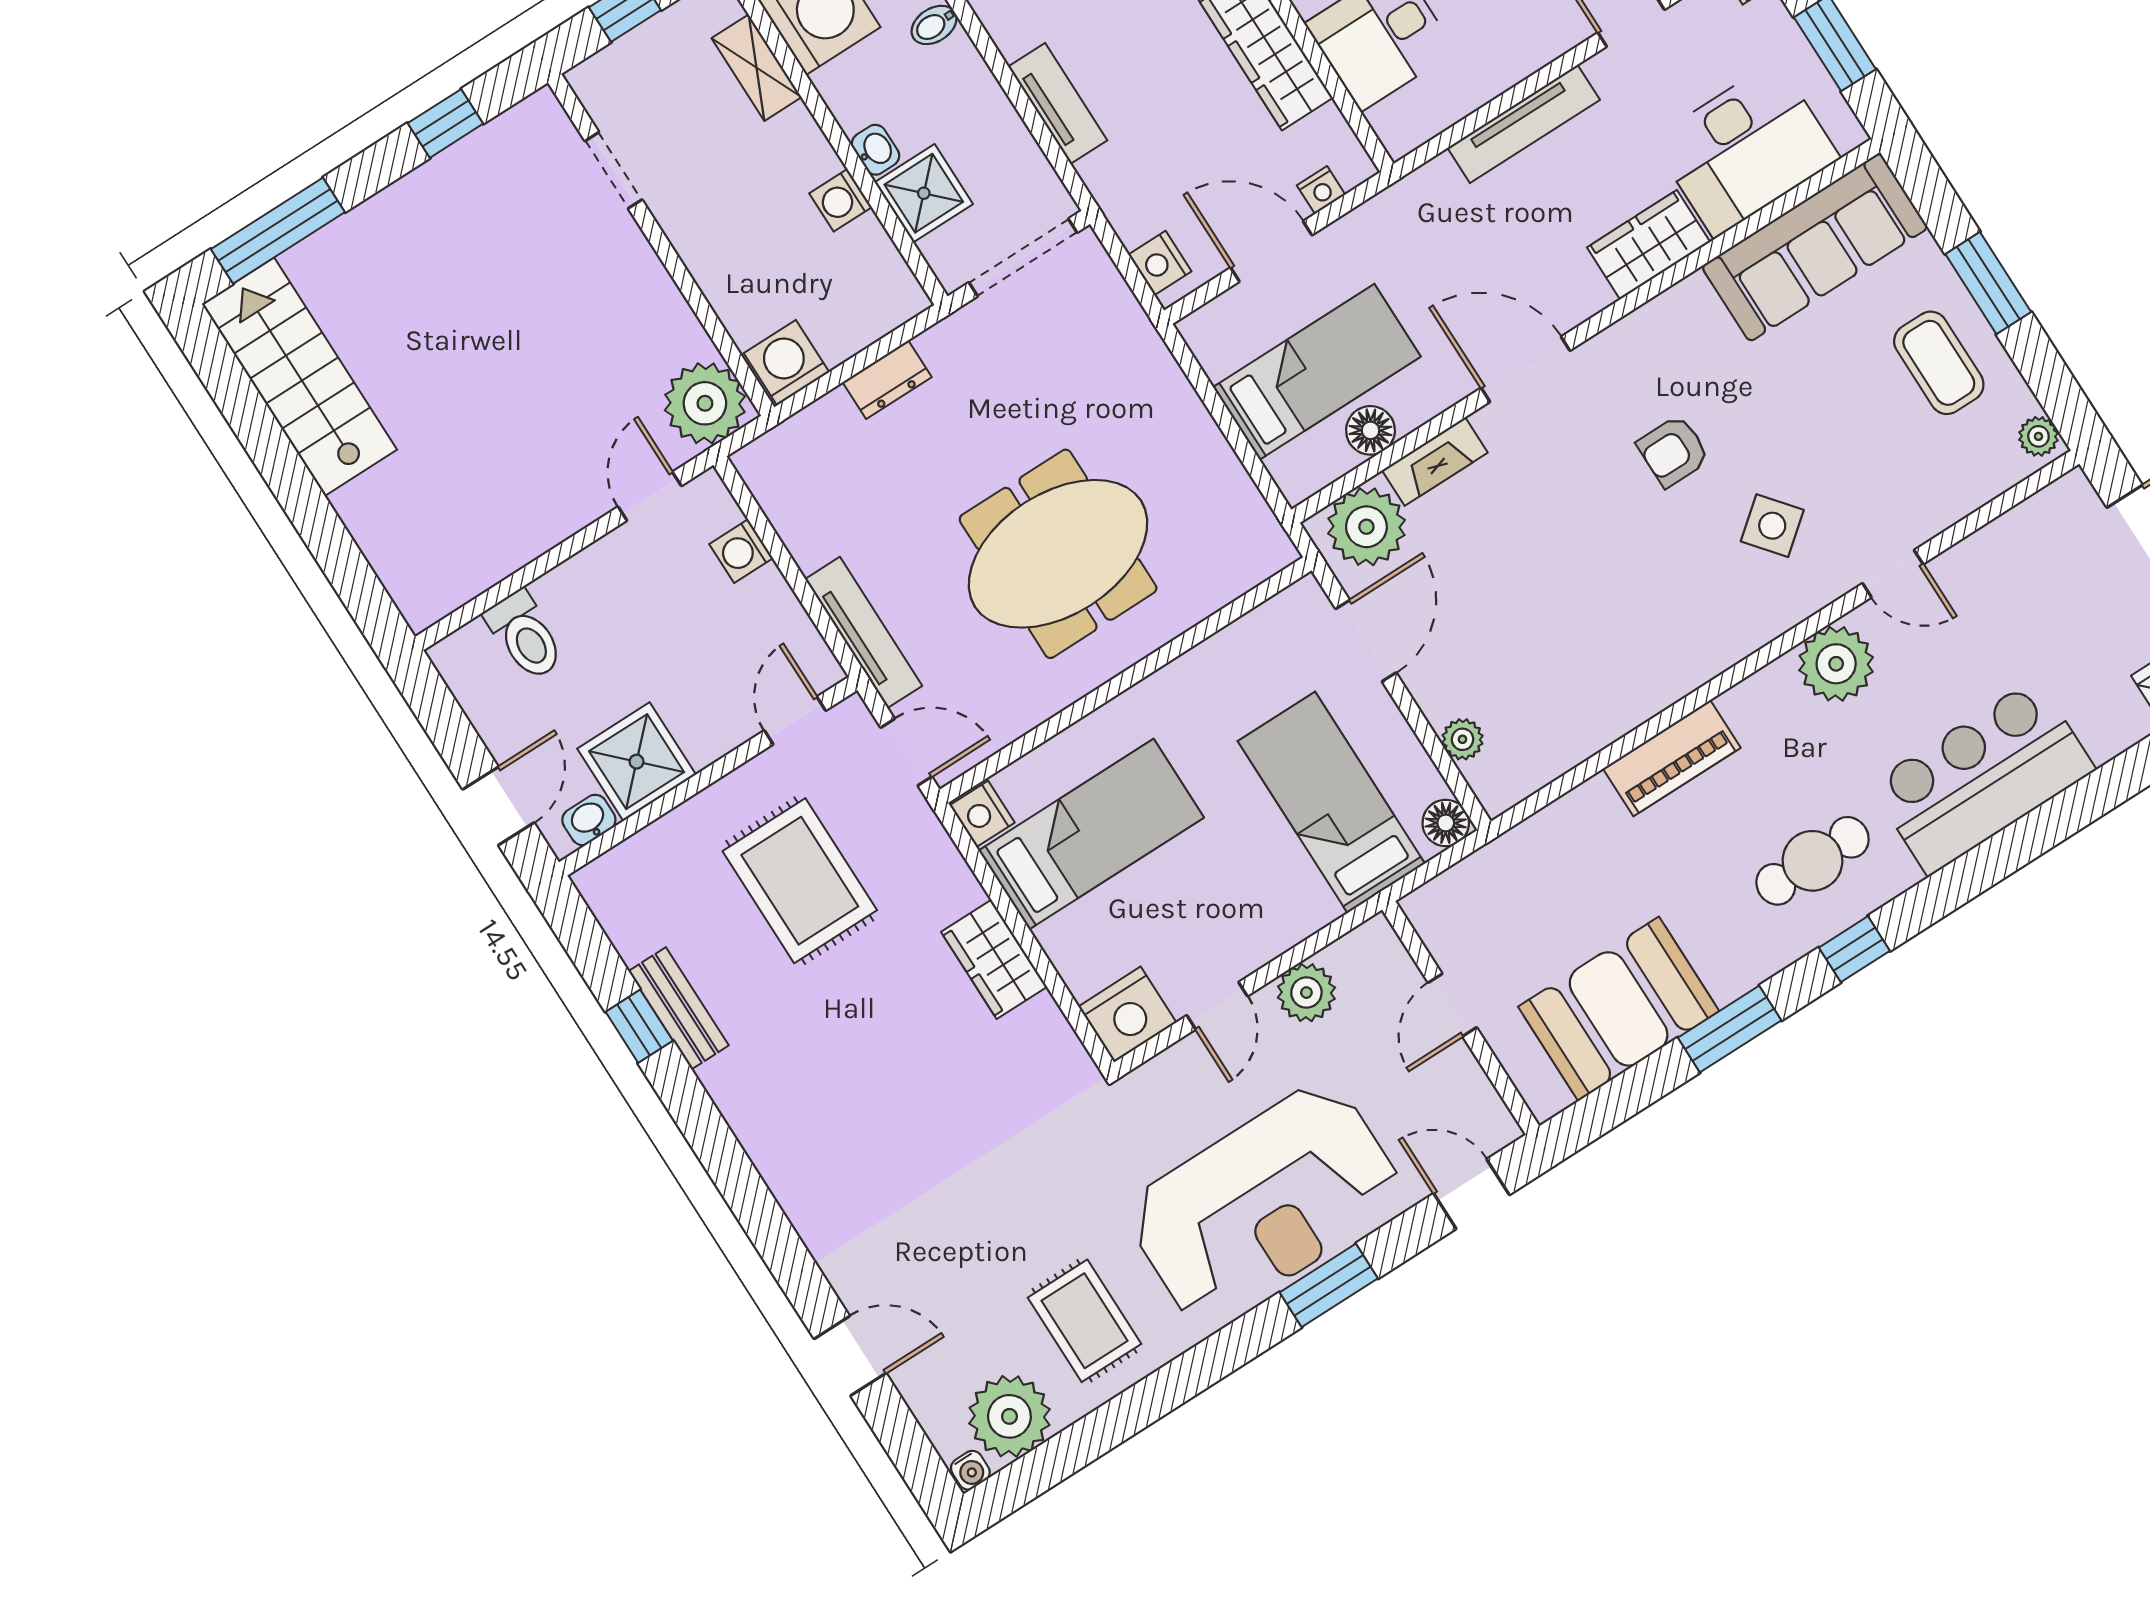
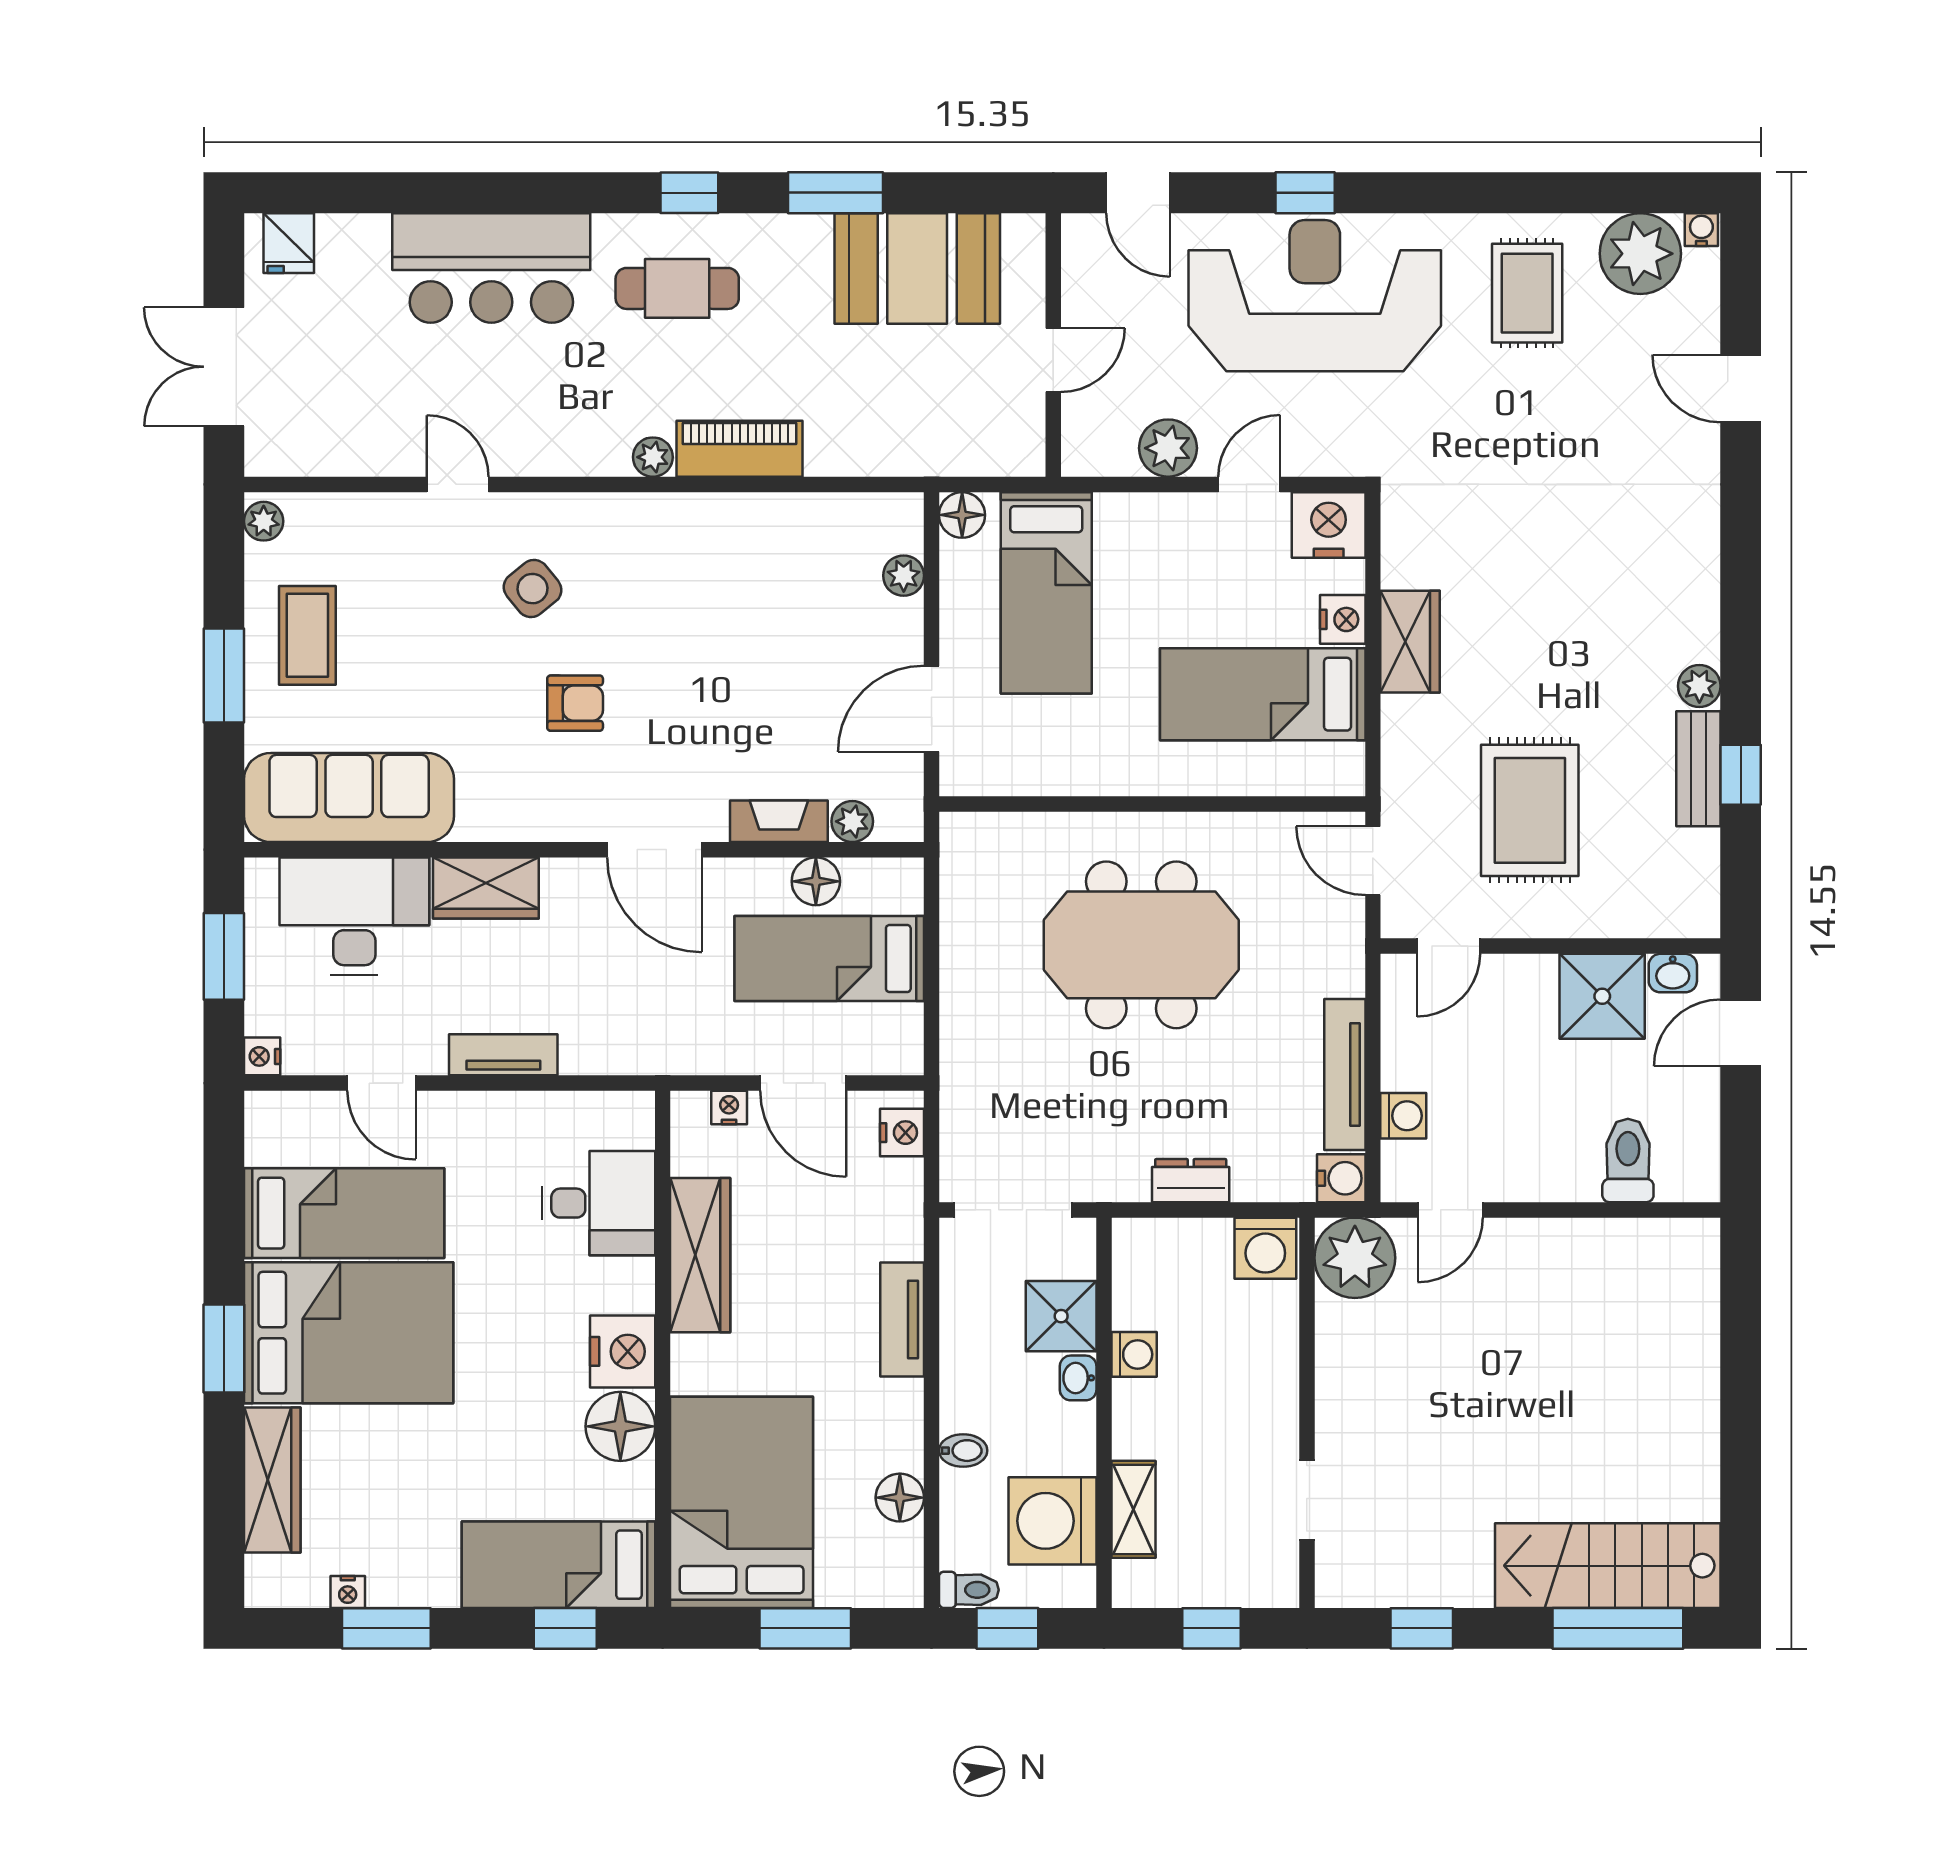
tv unit: (1524, 124) -> (503, 1055), width x0.71
stairs: (299, 377) -> (1608, 1566), moved, turned 90
water cooler: (760, 464) -> (1341, 1178), added
plant: (1366, 527) -> (852, 821), width x0.53, depth x0.53
tv unit: (864, 632) -> (1345, 1075), moved
plant: (1836, 664) -> (653, 457), moved, width x0.53, depth x0.53
nightstand: (982, 814) -> (1343, 619), moved
plant: (723, 1079) -> (1699, 686), added
window: (1329, 1285) -> (1305, 193), width x0.67

